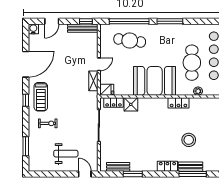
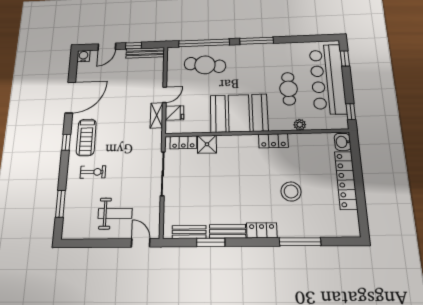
window: (86, 21) -> (133, 46), moved
cafe table: (192, 63) -> (289, 89), width x0.73, depth x0.74
fridge: (107, 90) -> (175, 113), moved
bench: (191, 167) -> (228, 231), moved

